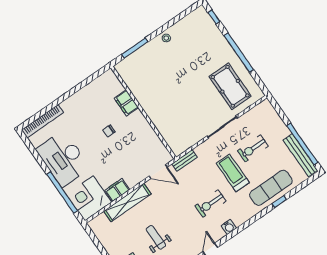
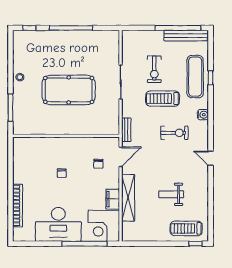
pool table: (230, 86) -> (69, 90), moved, width x1.36, depth x1.32
filing cabinet: (126, 103) -> (49, 144), removed
bookcase: (43, 121) -> (18, 206), moved
chair: (139, 157) -> (98, 164), added
exercise bike: (210, 203) -> (174, 133), turned -90
water cooler: (229, 227) -> (203, 115), moved

